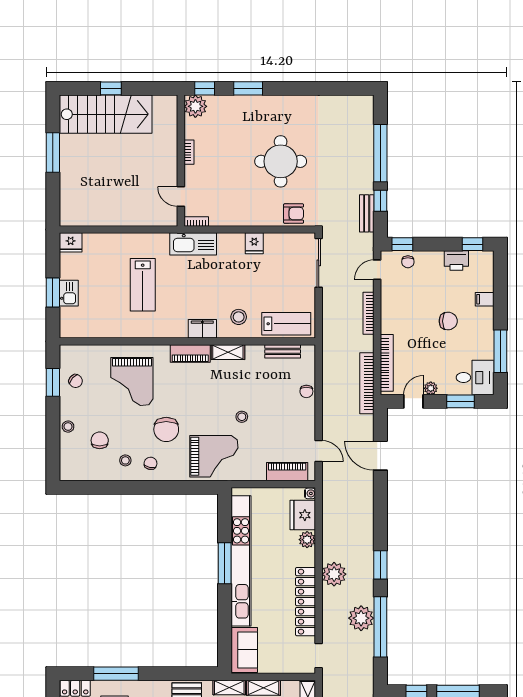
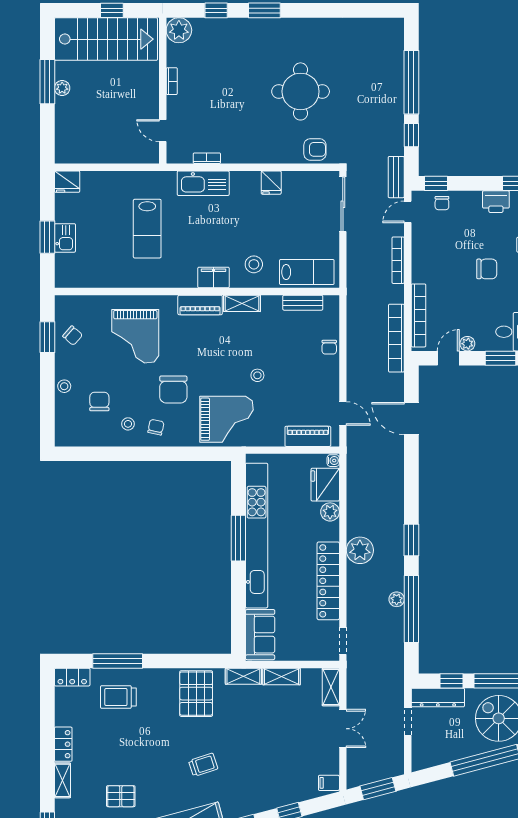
plant: (195, 106) -> (179, 30), moved
bookcase: (189, 152) -> (172, 81), moved
plant: (66, 158) -> (62, 88), added
wall: (181, 161) -> (163, 91), moved
door: (181, 197) -> (163, 131), moved
bench: (367, 213) -> (396, 177), moved
plant: (361, 618) -> (397, 599), width x0.53, depth x0.53

